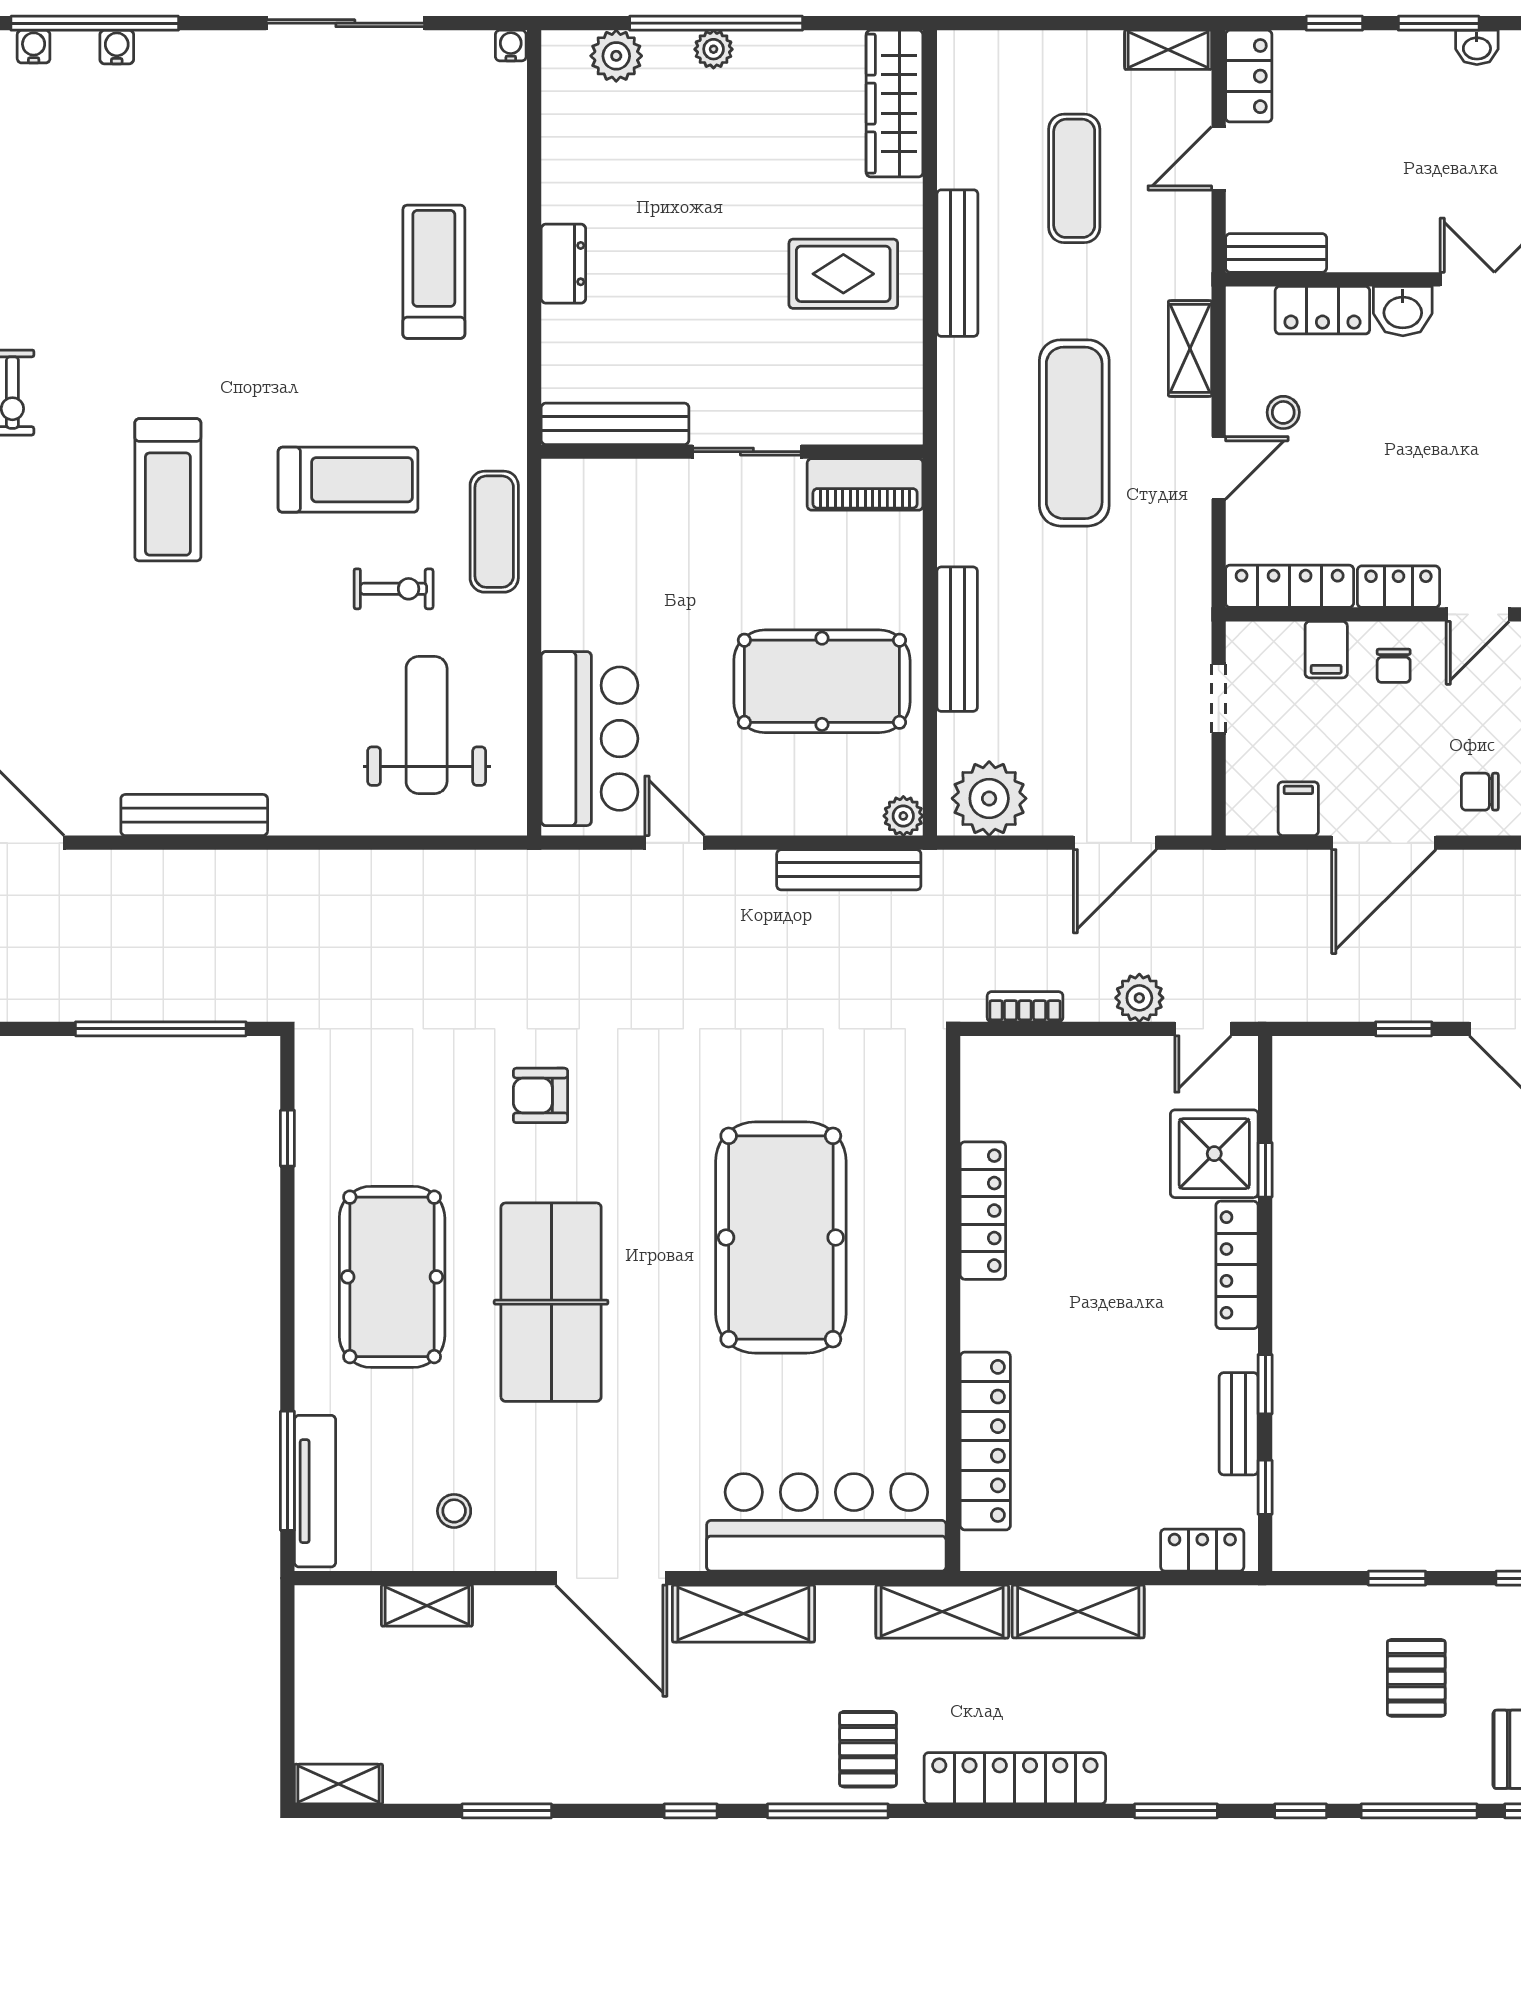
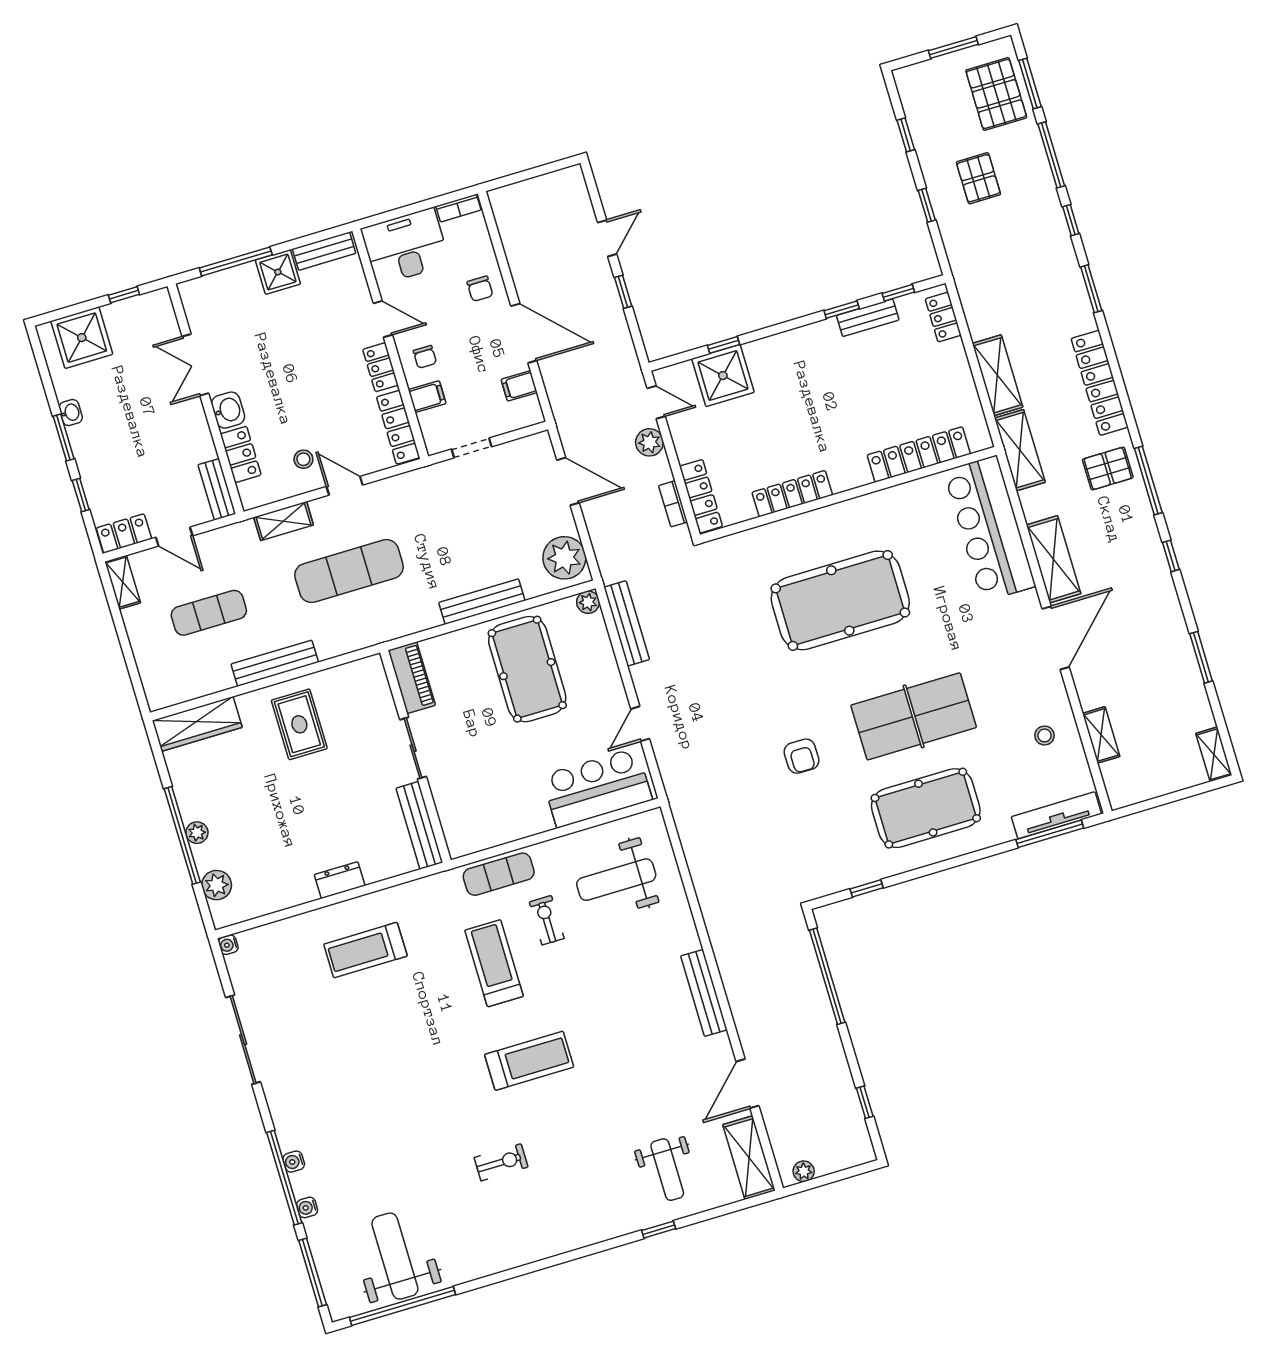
chair: (1394, 666) -> (425, 357), turned 90
locker: (1237, 1265) -> (701, 496), moved, turned -90
pallet: (1416, 1678) -> (978, 178), turned 90

